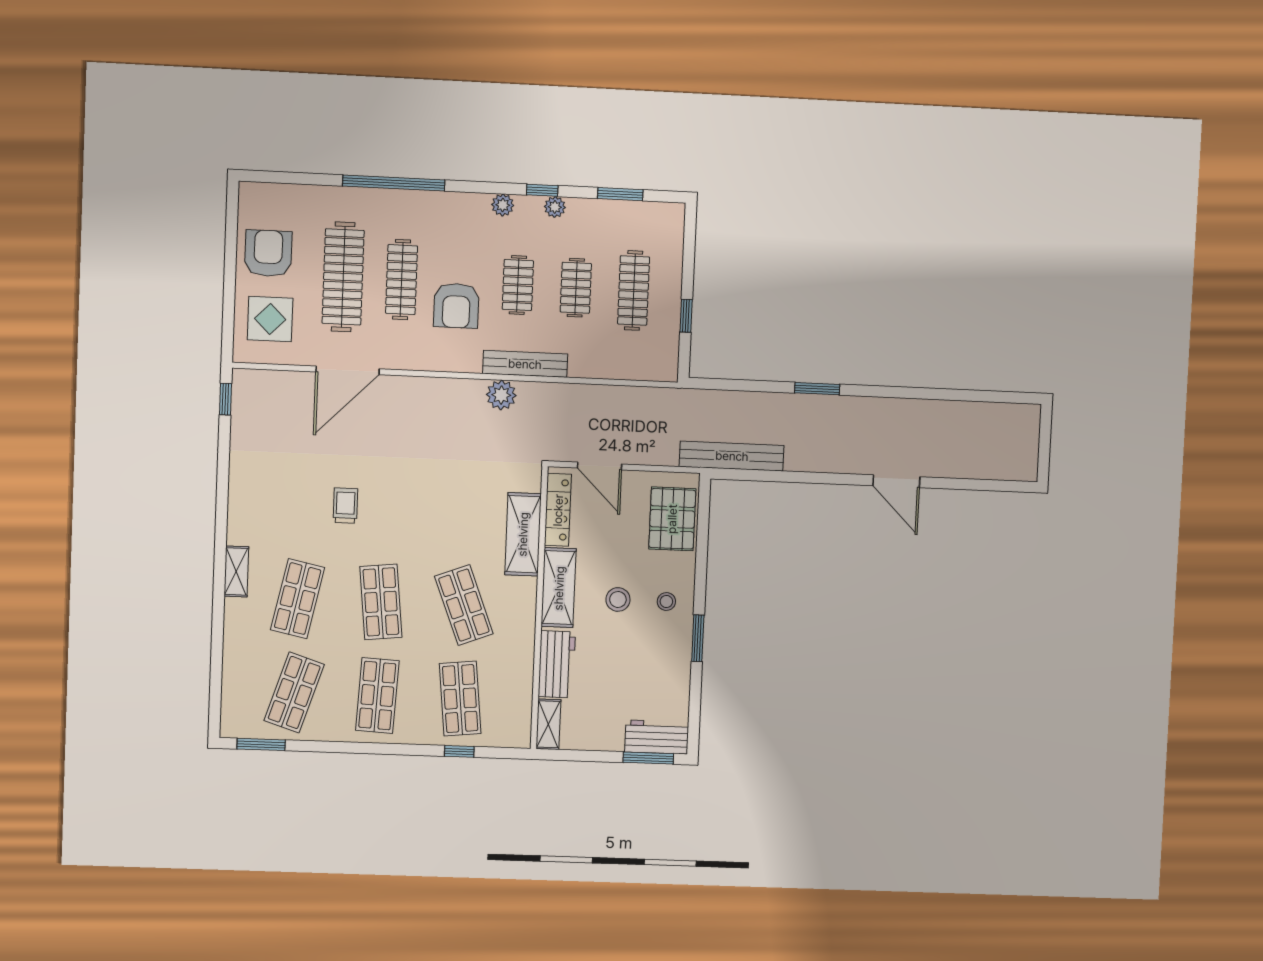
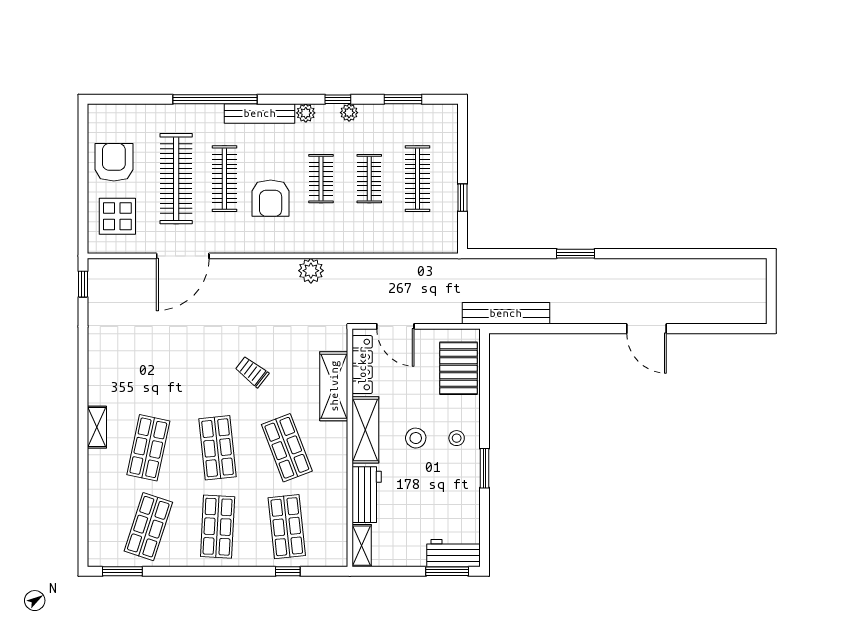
bench: (525, 364) -> (260, 113), moved
trolley: (345, 506) -> (252, 372), moved, turned -52

